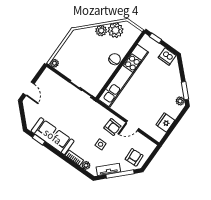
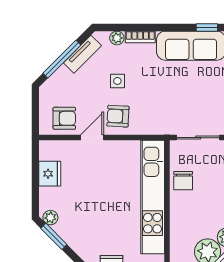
chair: (115, 59) -> (183, 181), moved
armchair: (134, 157) -> (64, 118), moved, turned -87

